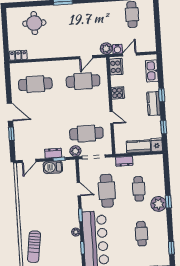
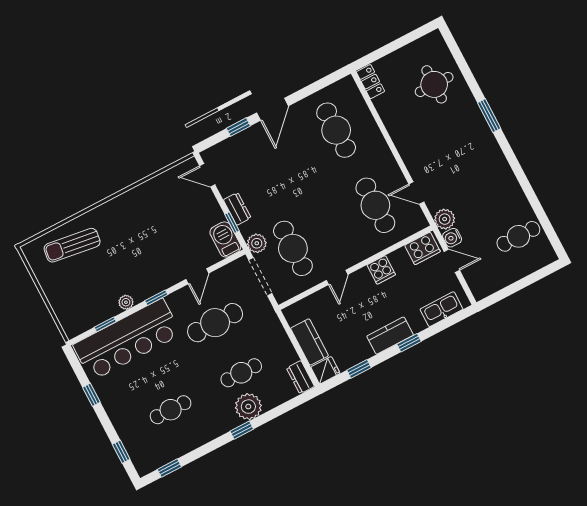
dresser: (124, 161) -> (300, 377), moved
barbecue: (53, 167) -> (225, 239), moved
plant: (158, 204) -> (248, 407), moved

